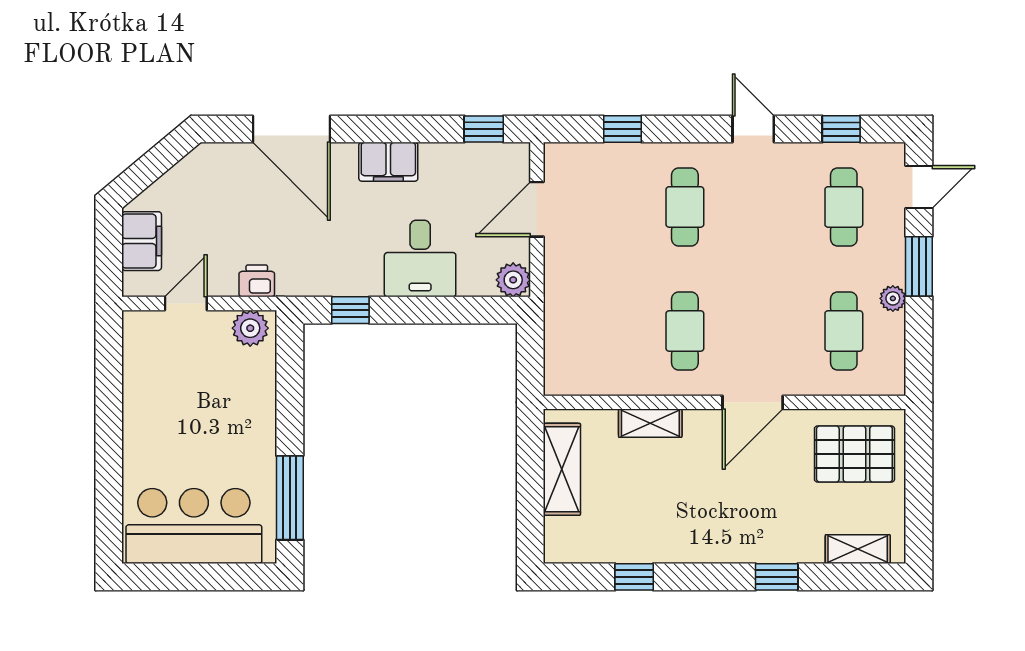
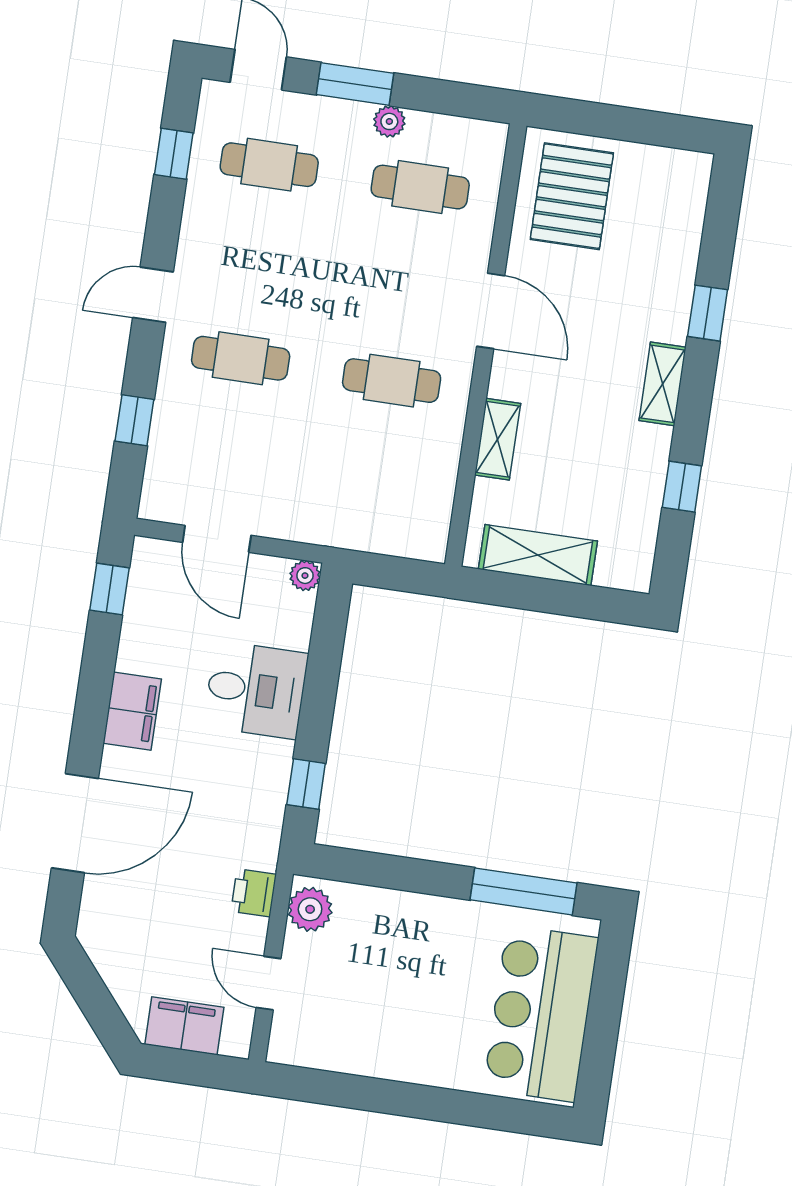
door: (753, 129) -> (153, 295), moved
plant: (513, 280) -> (305, 576), width x0.73, depth x0.73
shelving: (858, 549) -> (663, 384), moved

